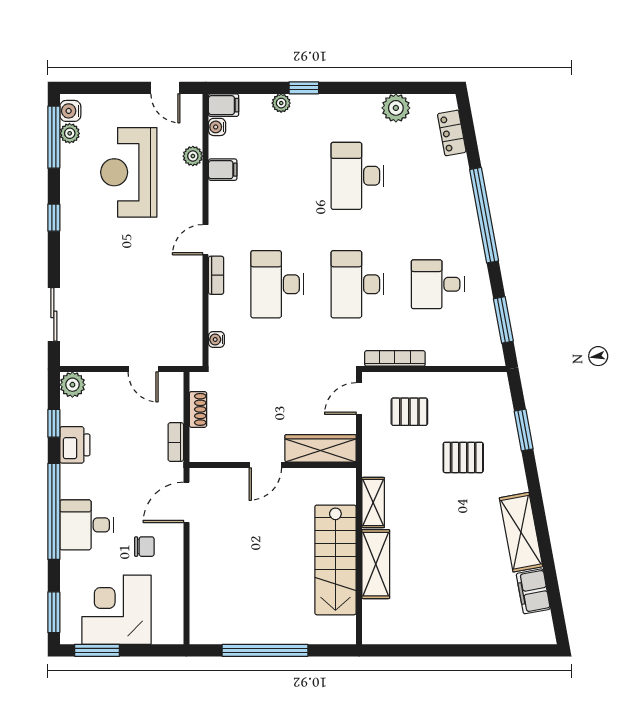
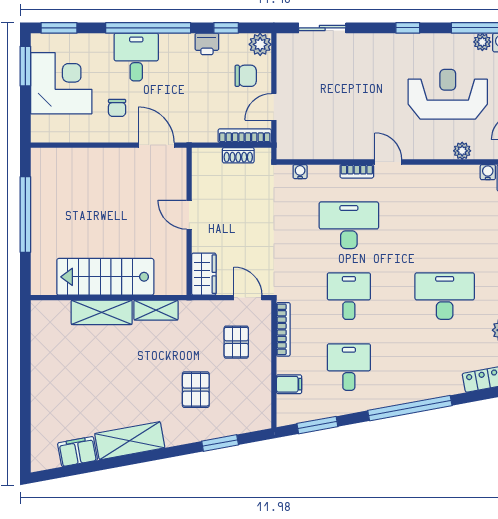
filing cabinet: (223, 170) -> (289, 384), moved, turned -90
desk: (357, 284) -> (349, 296), width x0.73
chair: (108, 401) -> (246, 76), added
bookcase: (176, 442) -> (245, 136), moved, width x1.56
printer: (75, 445) -> (207, 44), width x0.73, depth x0.81
wardrobe: (321, 448) -> (204, 274), width x0.67

